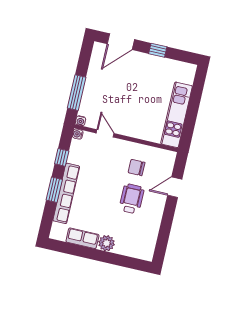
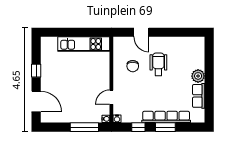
wheelchair: (132, 199) -> (158, 64), turned 90

